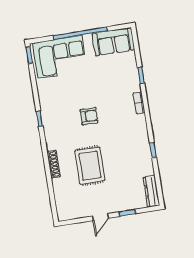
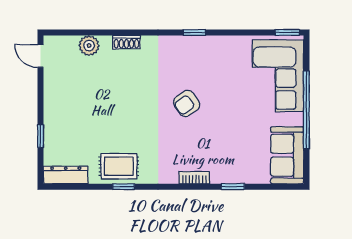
armchair: (89, 116) -> (187, 103), turned 55
shoe rack: (54, 164) -> (126, 42), width x0.70
rug: (90, 166) -> (119, 166), moved, width x0.73, depth x0.70
plant: (60, 189) -> (89, 46), added
door: (101, 217) -> (41, 56), moved

